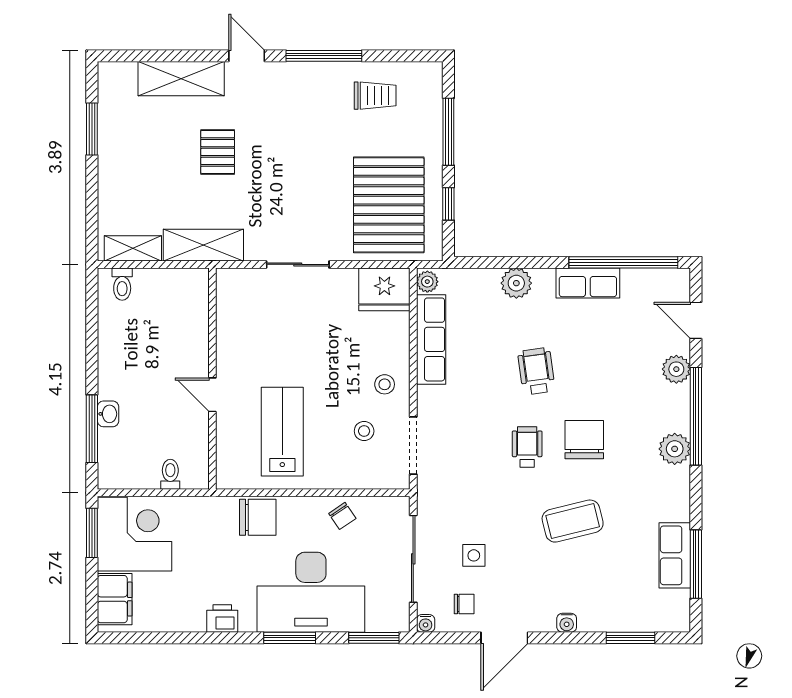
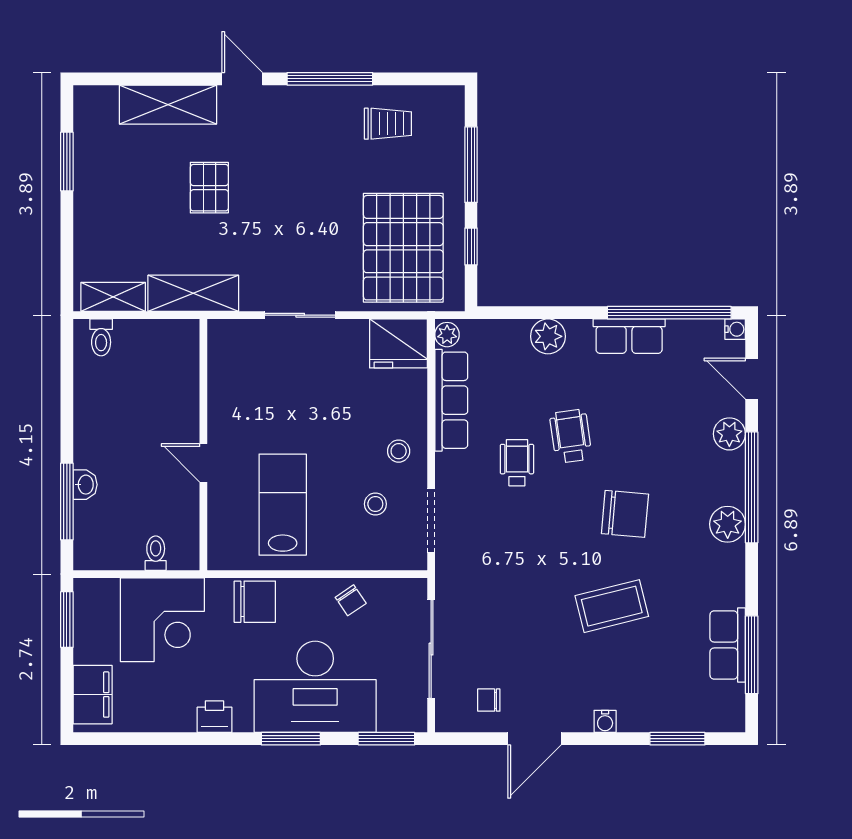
chair: (584, 440) -> (625, 514), turned 95
wheelchair: (527, 447) -> (517, 463), moved
corner desk: (135, 534) -> (162, 620), moved, turned 90
side table: (474, 555) -> (500, 645), removed
chair: (464, 604) -> (489, 700), turned 180
water cooler: (426, 623) -> (735, 329), moved, turned -90

